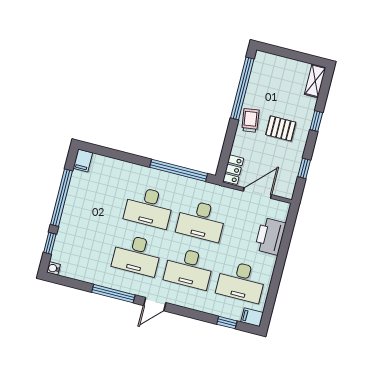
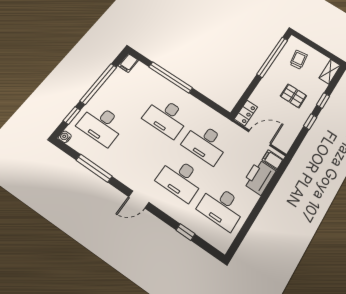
trolley: (250, 120) -> (299, 60), moved
window: (304, 168) -> (310, 122), moved
window: (179, 170) -> (171, 77), moved
desk: (137, 255) -> (101, 125), moved
window: (113, 294) -> (94, 168), moved
filing cabinet: (252, 317) -> (273, 160), moved
window: (227, 323) -> (185, 232), moved

